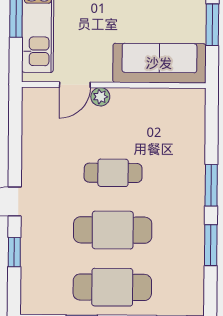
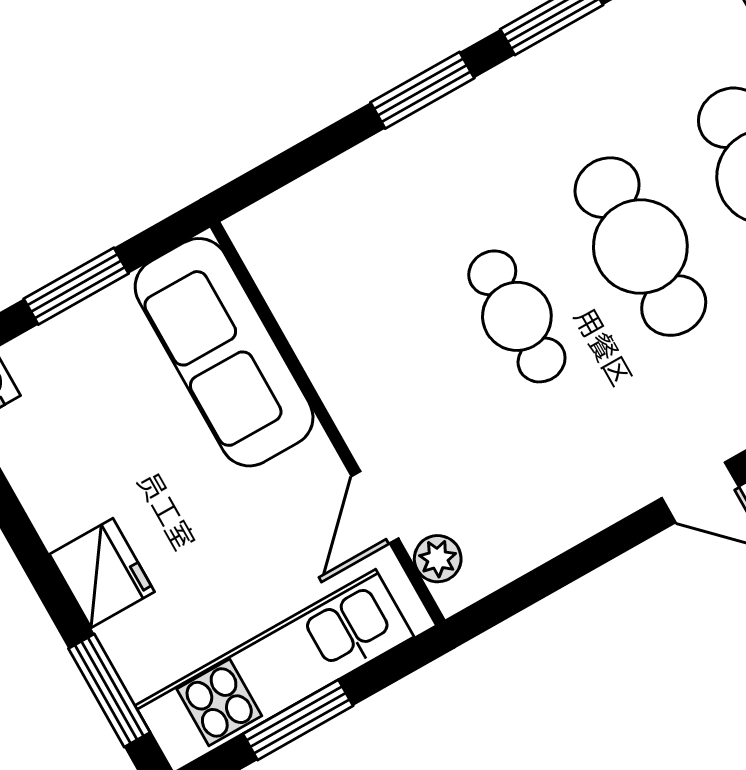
door: (75, 85) -> (375, 507), swing flipped
plant: (100, 97) -> (438, 559), moved

